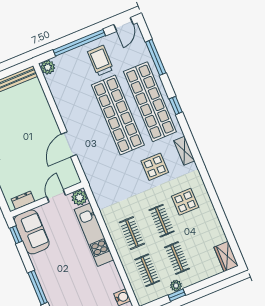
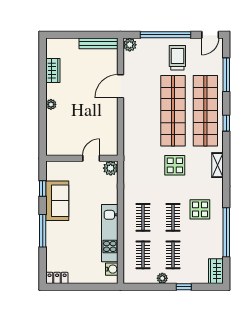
door: (69, 144) -> (120, 86), moved
display table: (155, 167) -> (175, 165), moved
dresser: (23, 200) -> (61, 150), removed
window: (220, 214) -> (226, 232), added
sofa: (32, 232) -> (57, 201), moved
window: (16, 235) -> (43, 189), moved
kitchen unit: (94, 235) -> (110, 233), moved
window: (177, 295) -> (184, 287), moved

